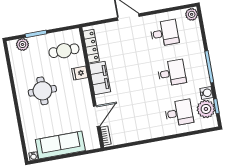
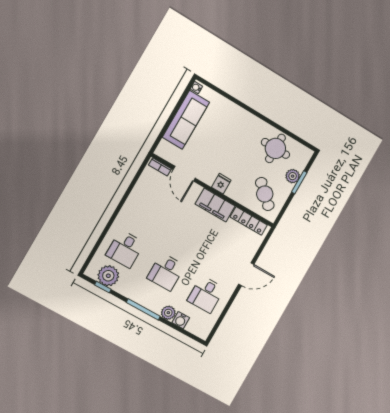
plant: (192, 14) -> (168, 313), moved
plant: (22, 44) -> (293, 176), moved
cafe table: (64, 51) -> (265, 194), turned -48
fridge: (80, 73) -> (221, 184), moved
round table: (42, 91) -> (275, 148), moved
water cooler: (206, 93) -> (181, 320), moved

